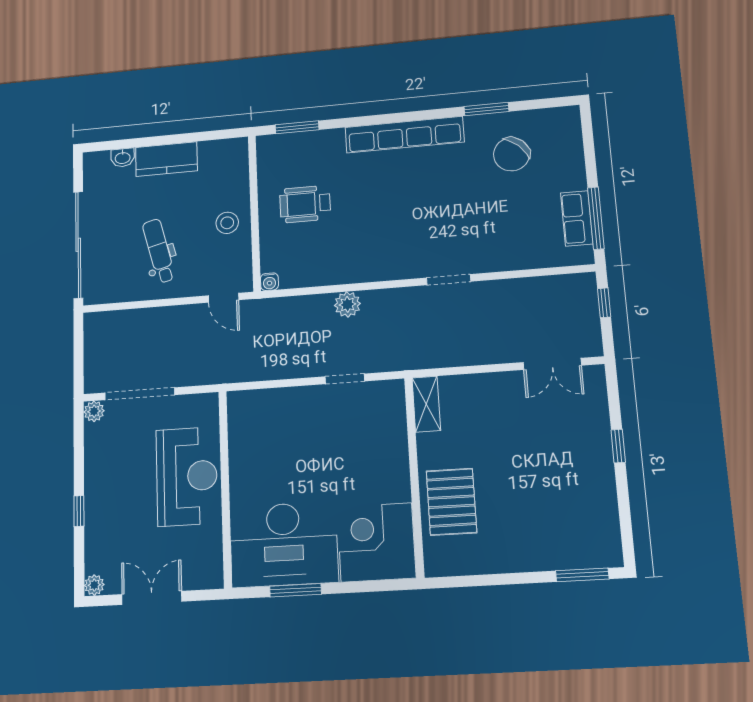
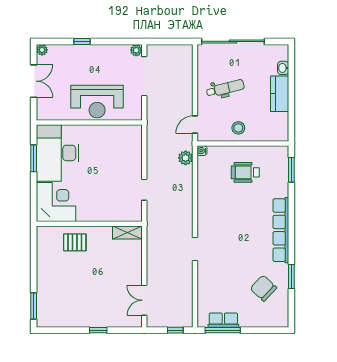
wheelchair: (305, 204) -> (245, 172), turned -90
plant: (347, 304) -> (186, 158), moved
pallet: (451, 502) -> (75, 242), width x0.67, depth x0.71

